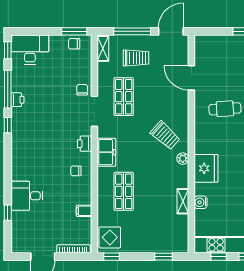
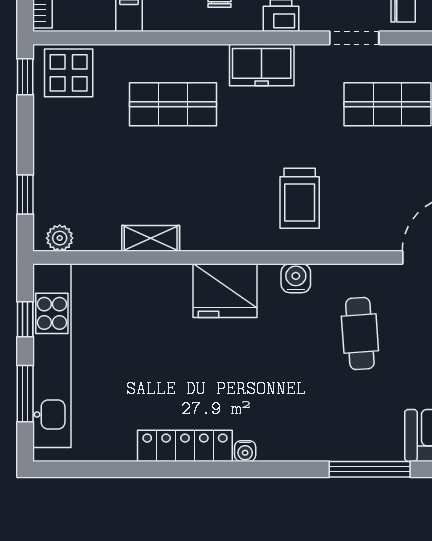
doorway: (94, 111) -> (354, 38), width x0.73
trolley: (165, 135) -> (300, 198), turned -42
plant: (183, 159) -> (60, 238), moved
water cooler: (201, 202) -> (296, 278), moved

